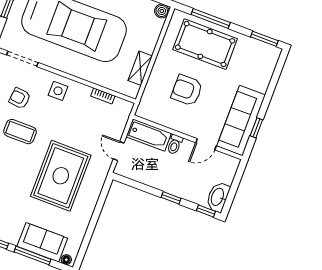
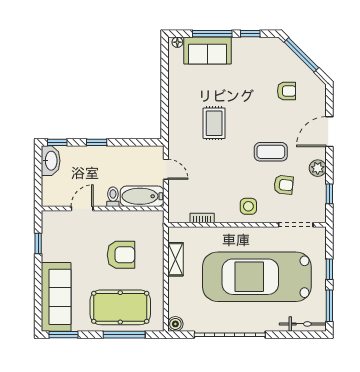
sofa: (241, 121) -> (56, 297), moved
rug: (61, 176) -> (214, 123), width x0.54, depth x0.49

